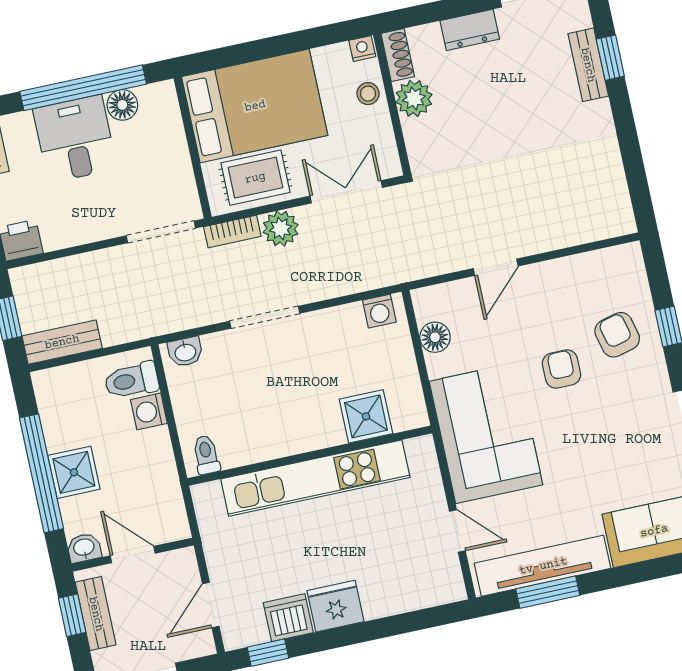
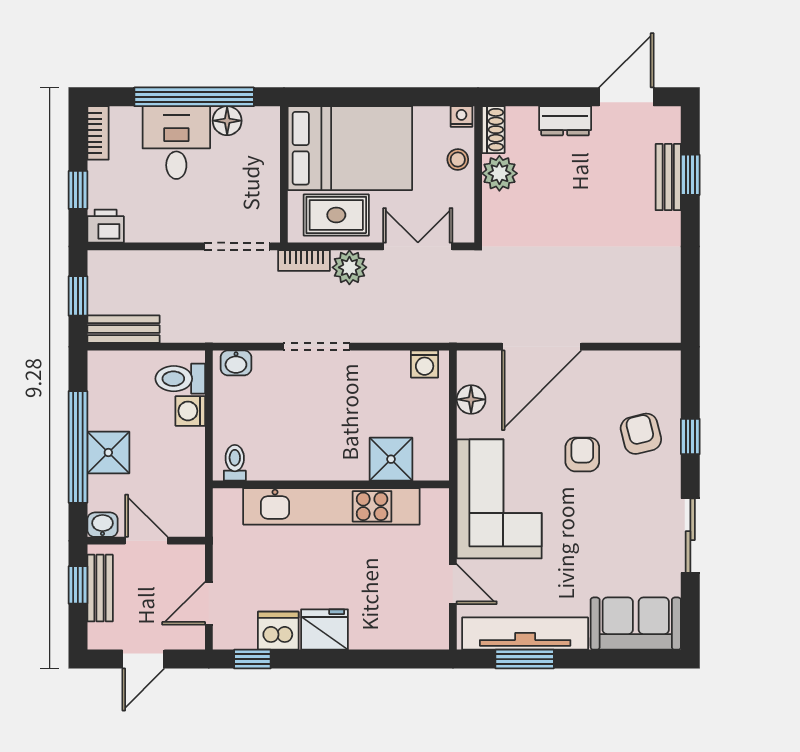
door: (496, 267) -> (542, 347), width x1.88

